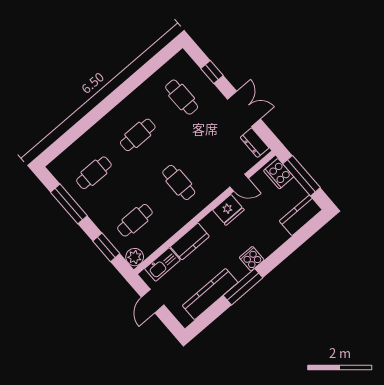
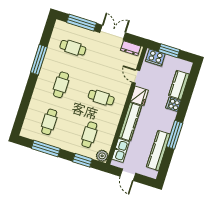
window: (212, 72) -> (81, 23), width x2.17
window: (129, 86) -> (39, 60), added
window: (301, 176) -> (169, 51), width x0.69
door: (239, 183) -> (136, 77), swing flipped
kitchen counter: (301, 215) -> (179, 85), moved
kitchen counter: (190, 241) -> (130, 122), width x1.50
cooker: (252, 259) -> (173, 104), moved

